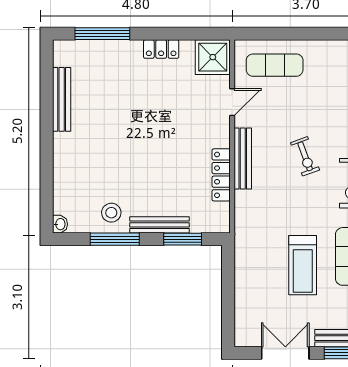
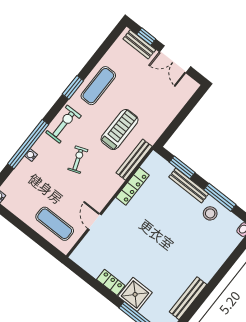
shower: (213, 57) -> (135, 294), moved
door: (232, 102) -> (95, 222), hinge flipped
bench: (243, 159) -> (134, 160), moved
treadmill: (303, 265) -> (120, 130), moved

